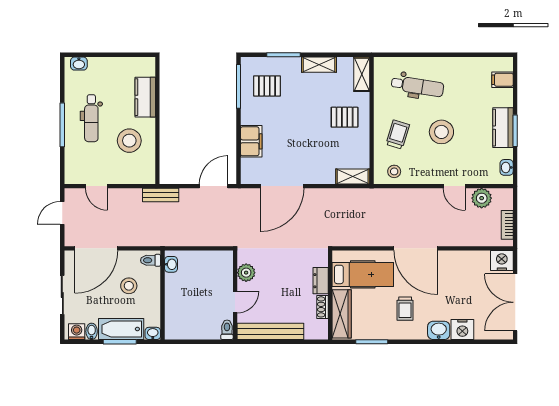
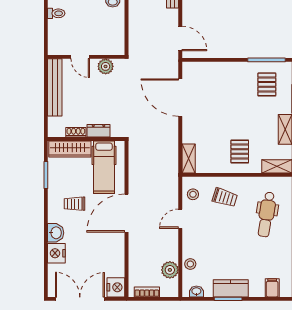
stool: (441, 132) -> (190, 264), moved, width x0.53, depth x0.53
filing cabinet: (251, 141) -> (219, 71), removed
door: (454, 186) -> (180, 219), moved
toilet: (227, 330) -> (56, 13), moved

